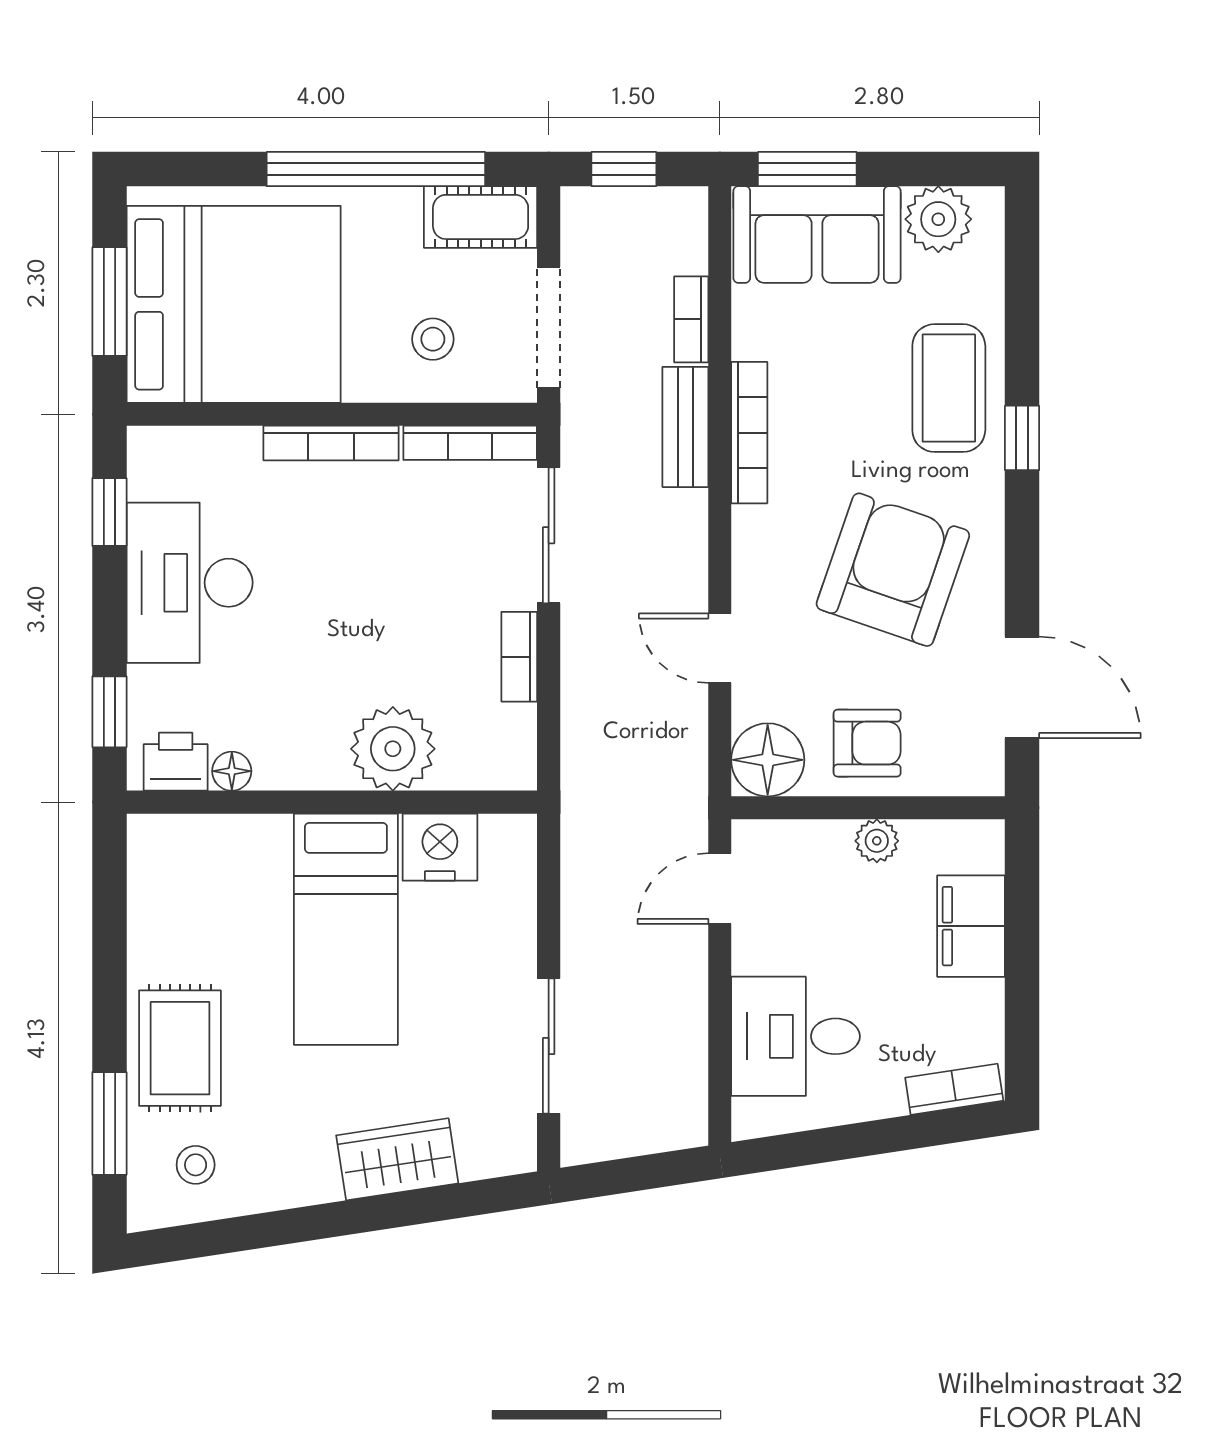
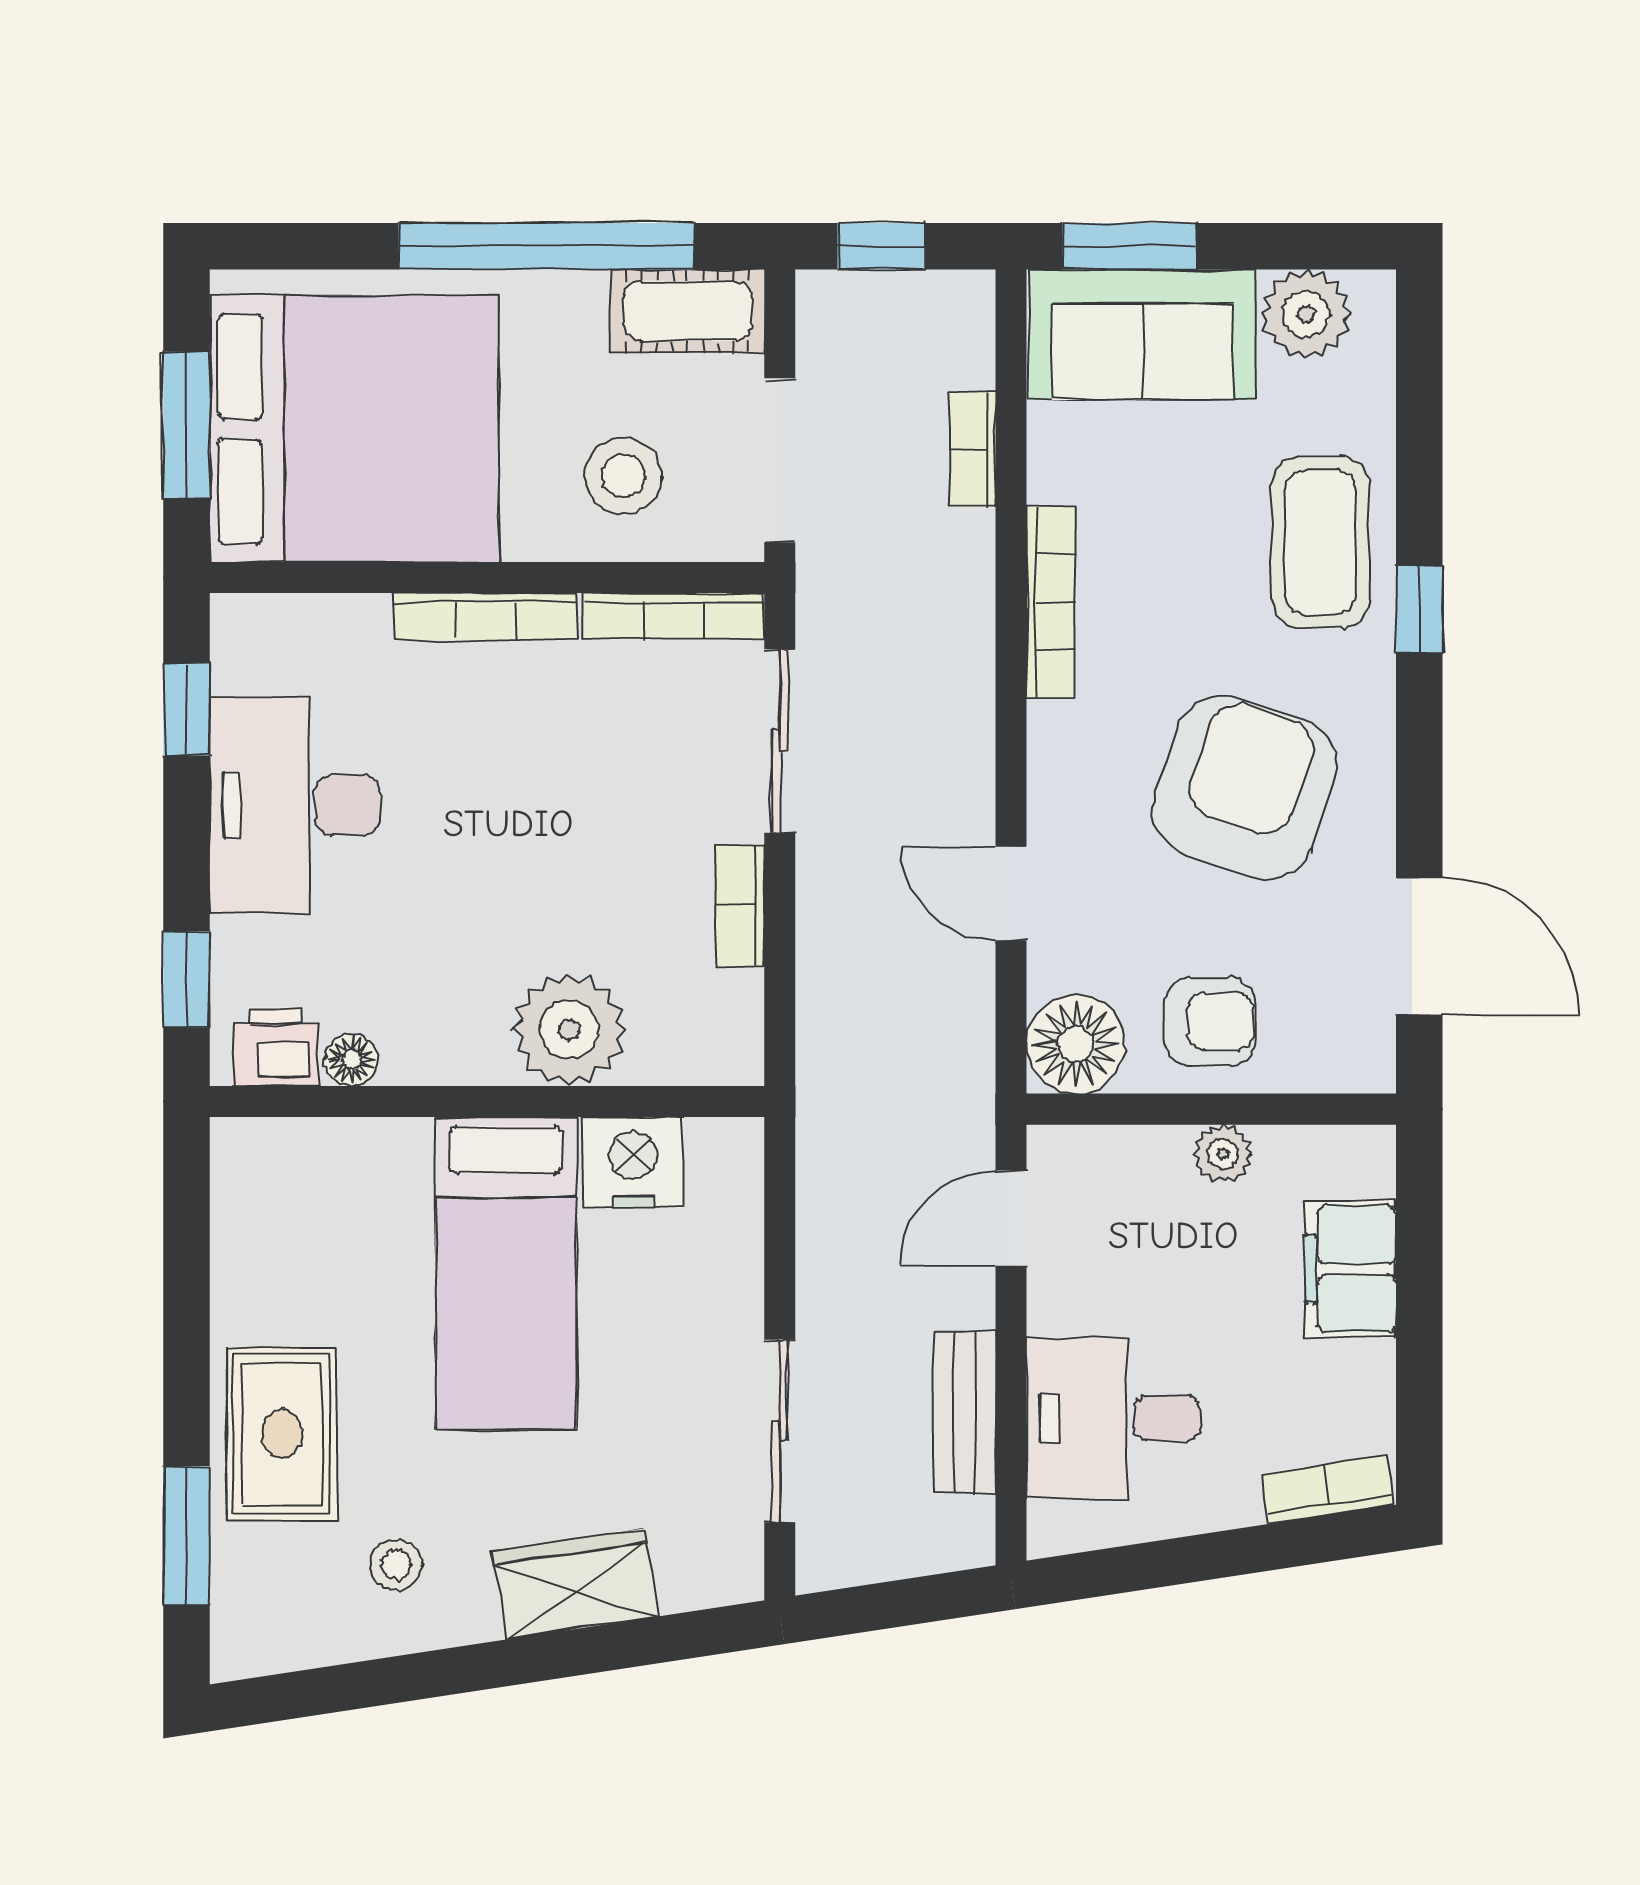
stool: (433, 339) -> (623, 476), width x1.37, depth x1.37
bench: (685, 427) -> (965, 1412), moved
stool: (196, 1165) -> (396, 1564), moved

